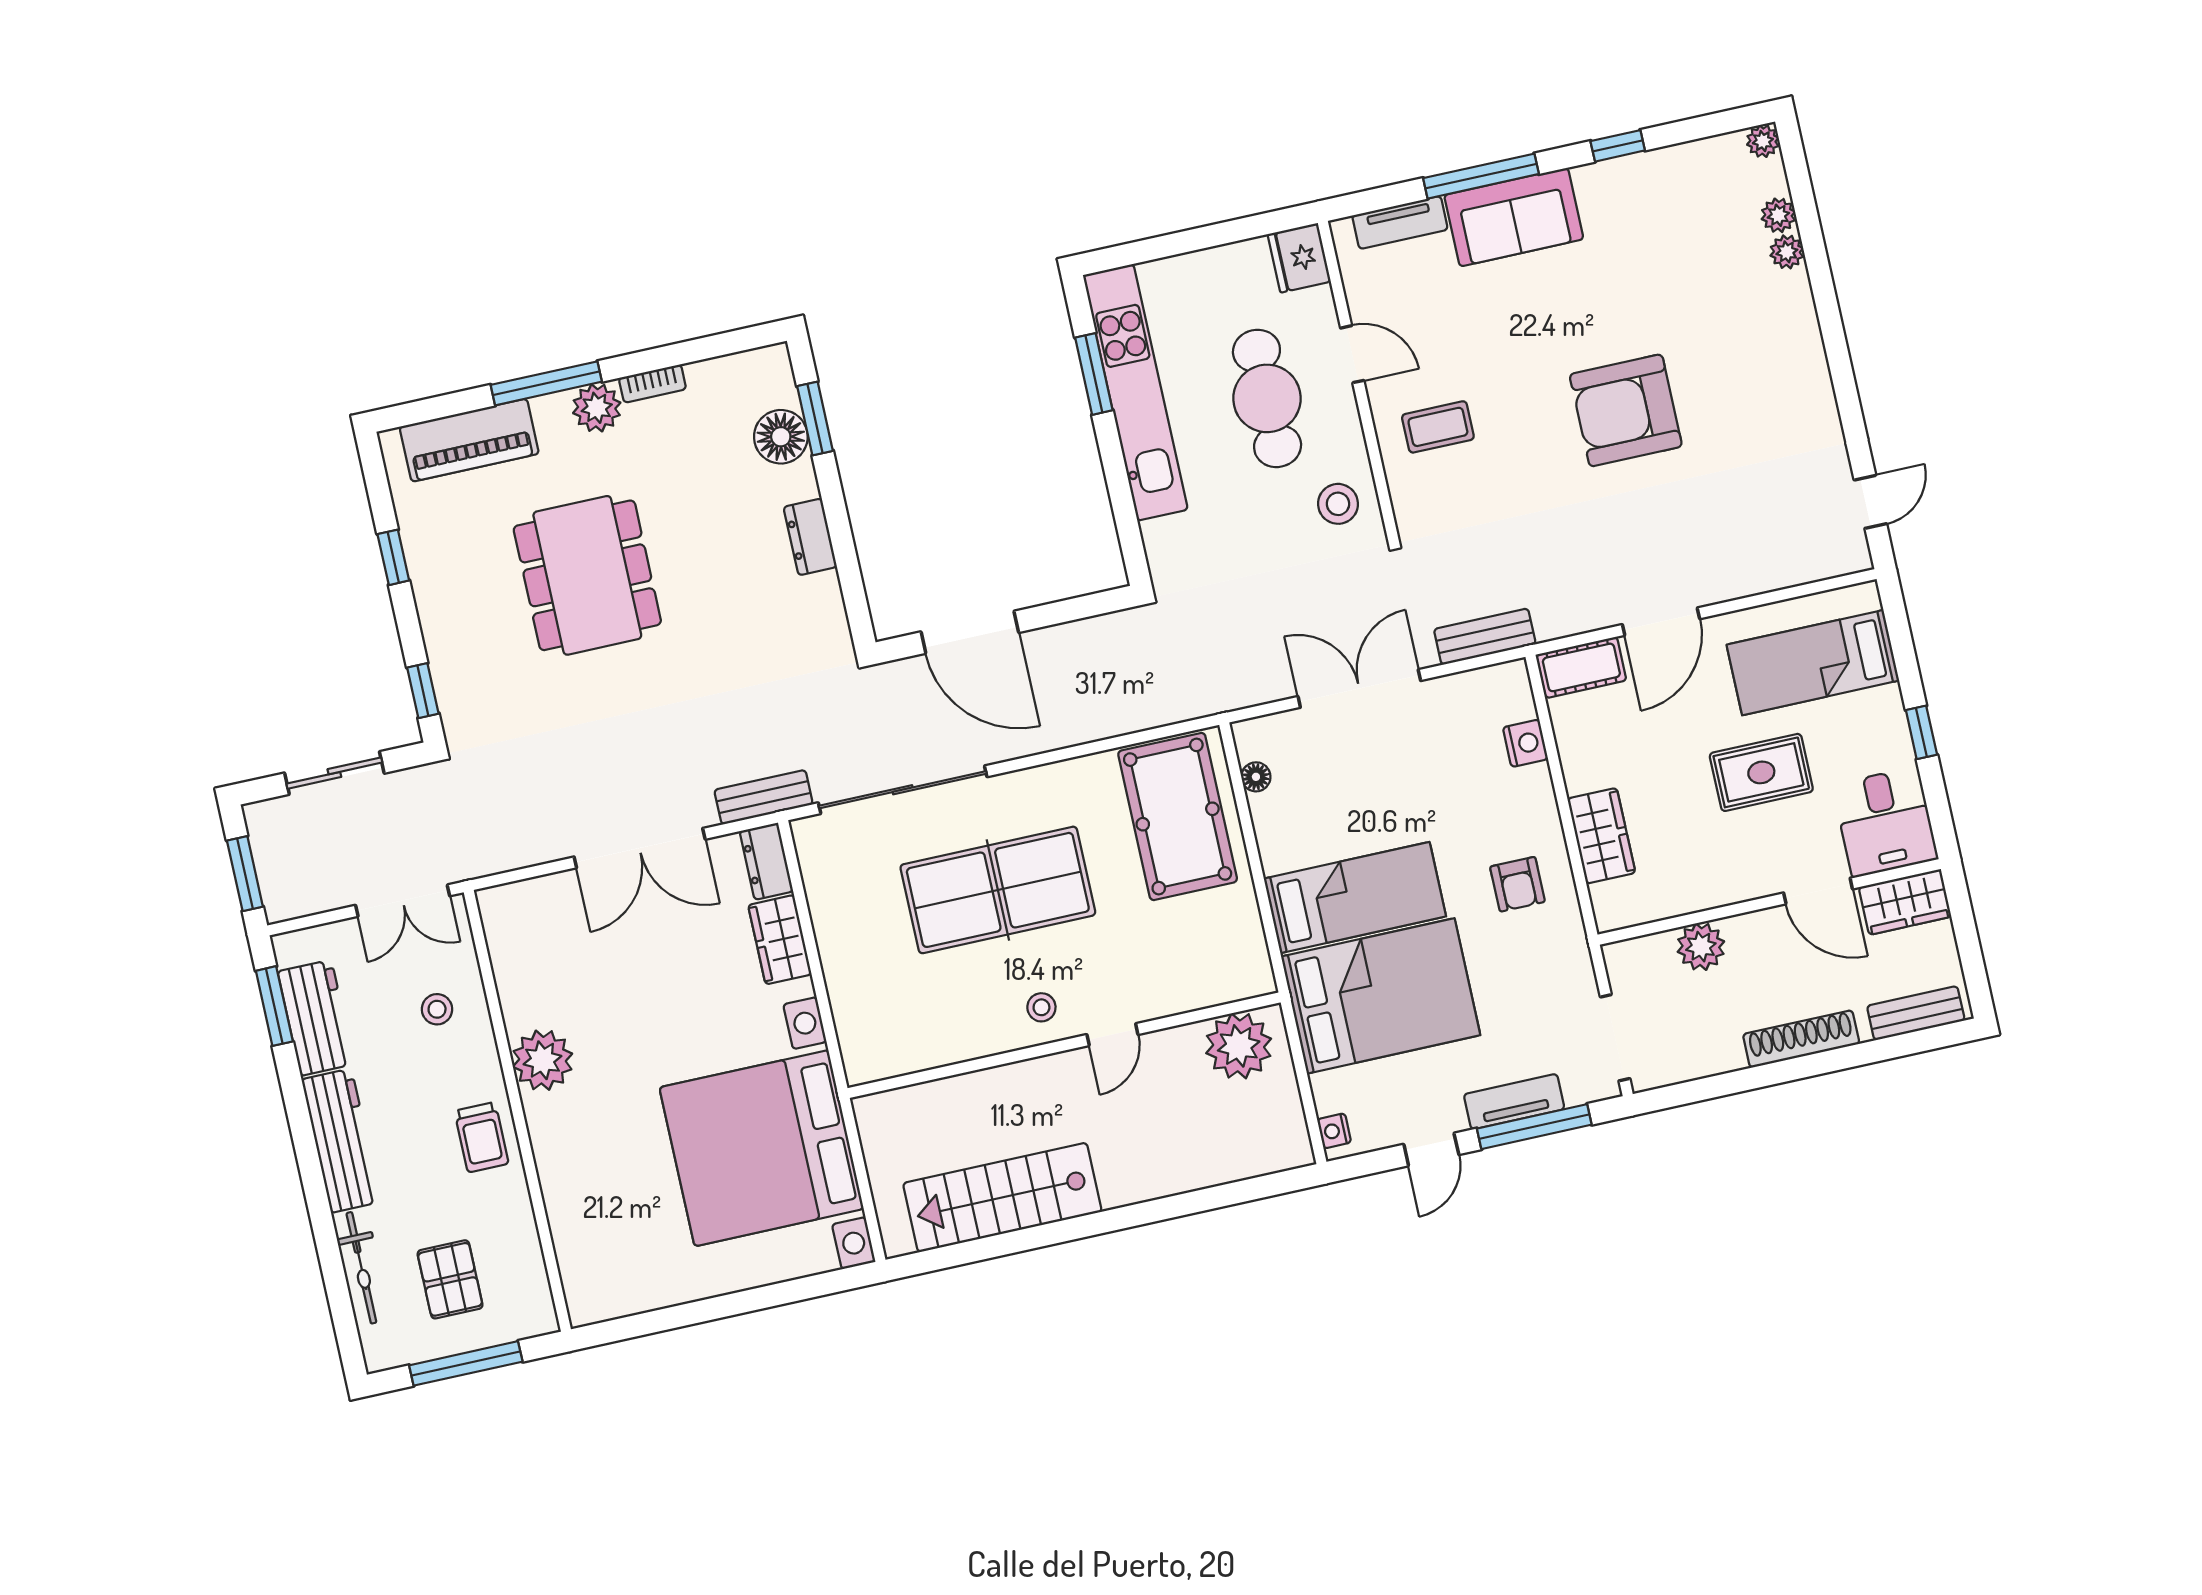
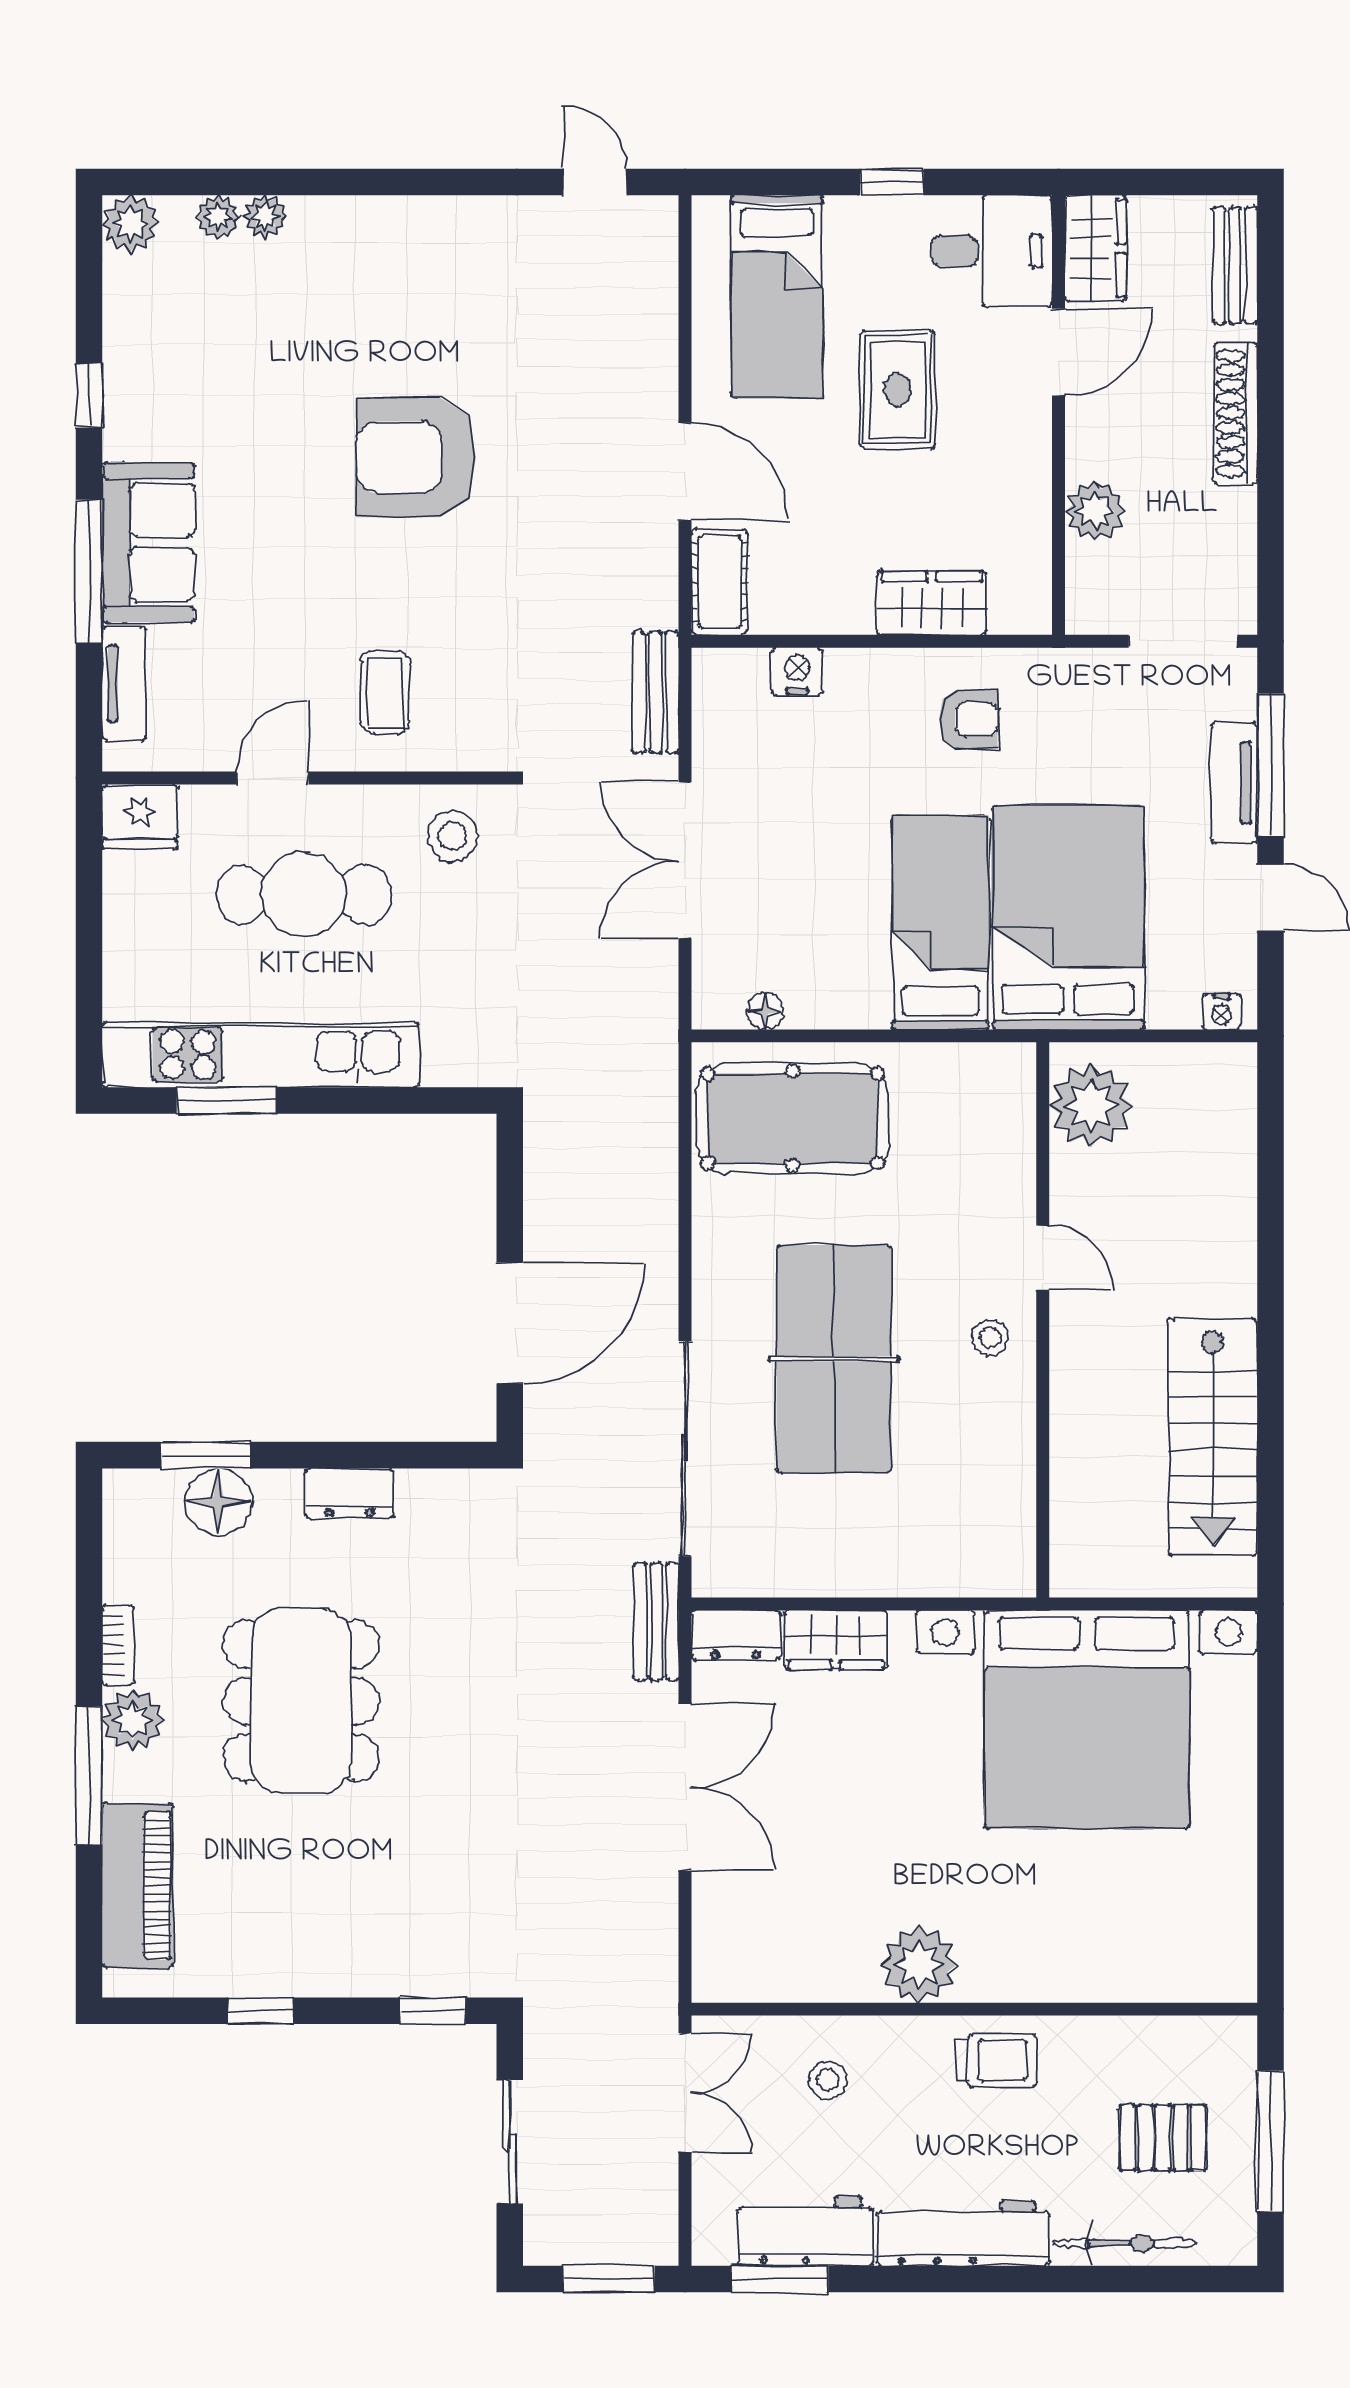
plant: (1763, 141) -> (130, 223), width x1.38, depth x1.38
armchair: (1626, 410) -> (416, 457), turned 90
dining table: (587, 575) -> (301, 1701), moved, turned 90

